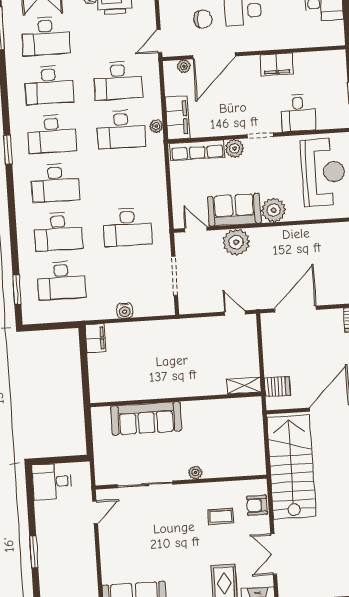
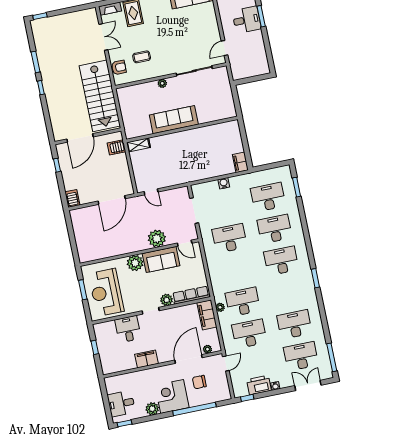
desk: (52, 134) -> (288, 293), removed
sofa: (146, 418) -> (174, 120), moved
desk: (52, 482) -> (247, 20), moved

